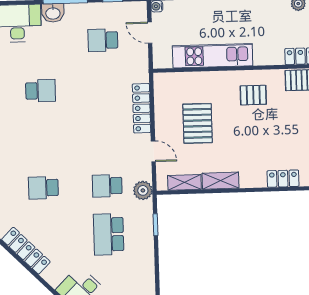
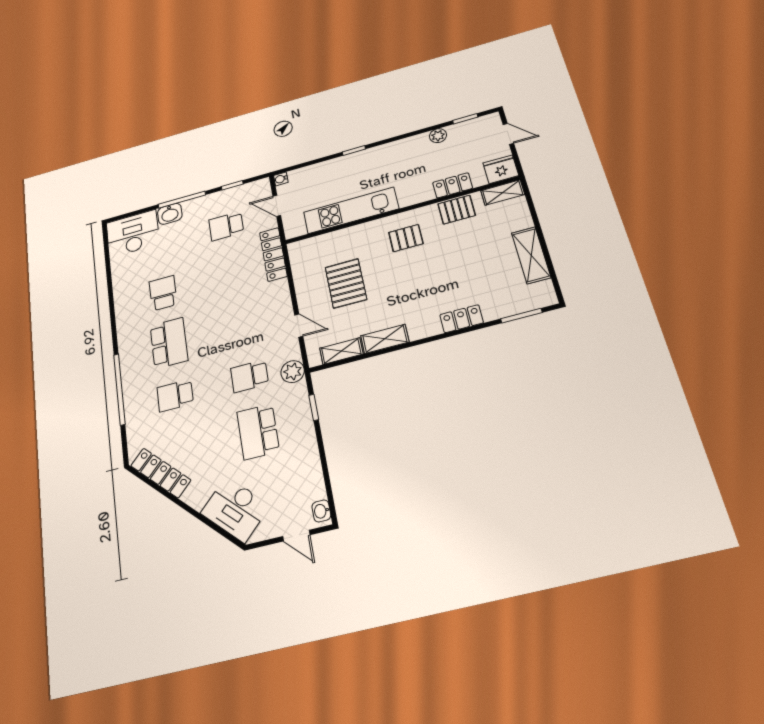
school desk: (41, 91) -> (163, 293), turned -90
locker: (142, 108) -> (273, 254), moved
school desk: (42, 139) -> (169, 343), added

